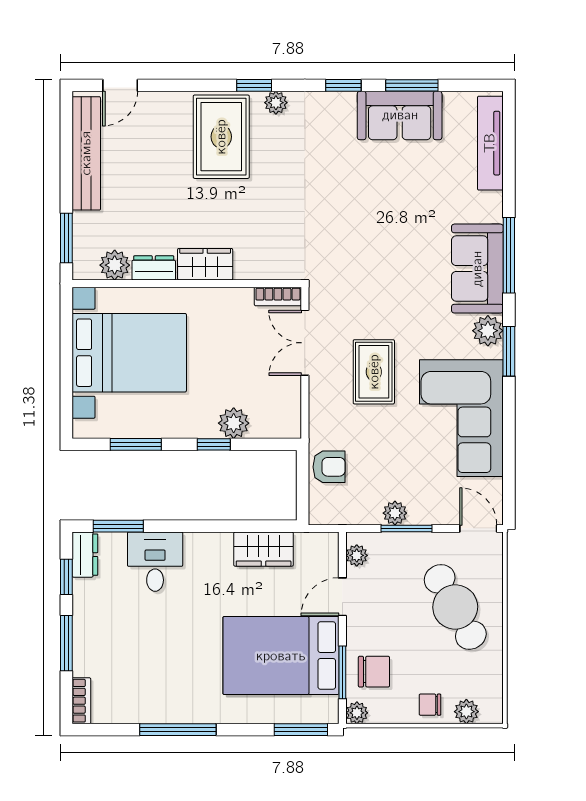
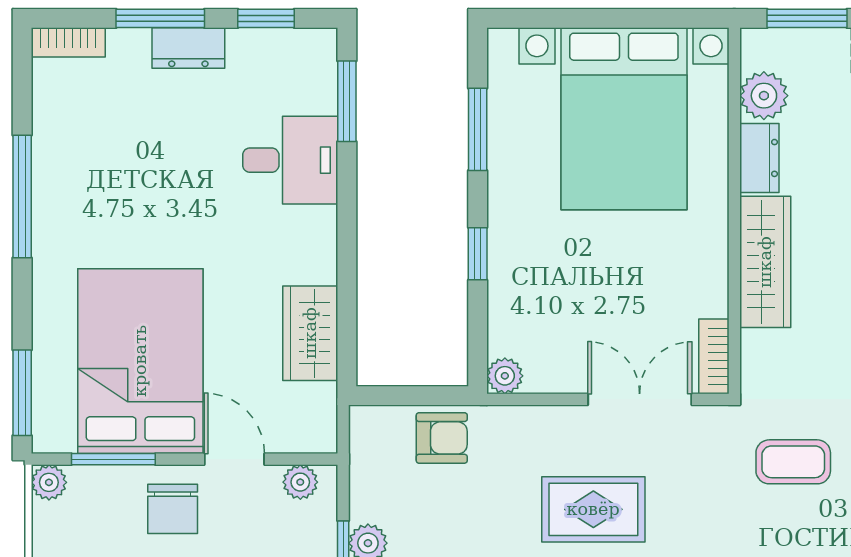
coffee table: (344, 247) -> (793, 462), added
wardrobe: (205, 264) -> (765, 262), width x1.50
plant: (234, 423) -> (505, 376), moved, width x0.73, depth x0.73
armchair: (329, 467) -> (442, 438), turned -90
dresser: (85, 555) -> (188, 48), moved
chair: (374, 672) -> (173, 509), moved

